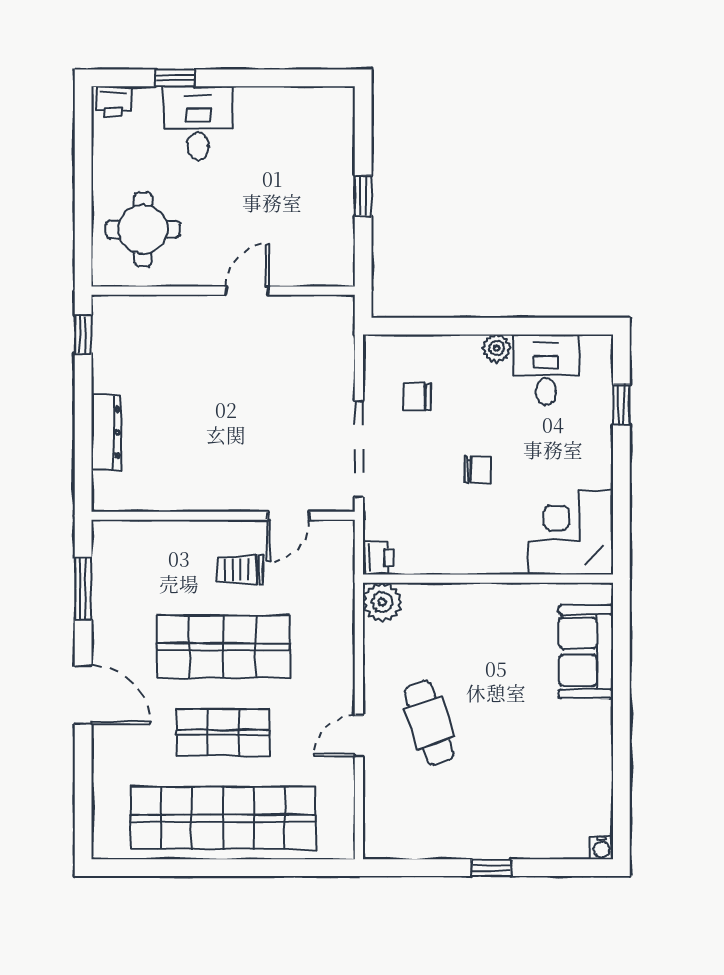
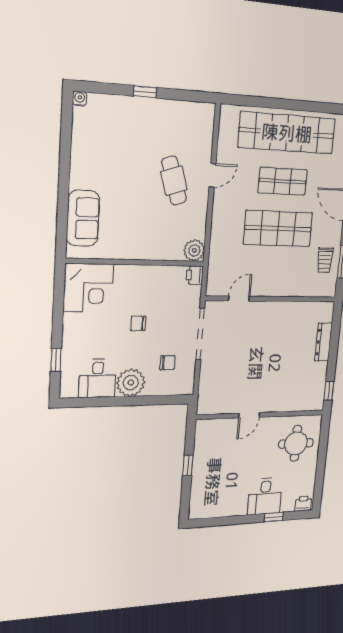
plant: (497, 348) -> (131, 383), width x1.87, depth x1.87
trolley: (240, 570) -> (325, 260), moved, turned 90

